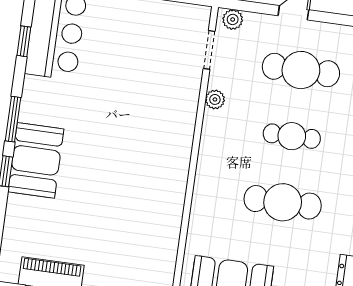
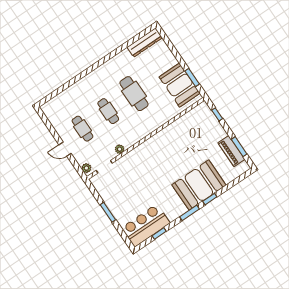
cafe table: (301, 70) -> (82, 129), width x0.73, depth x0.74
booth: (36, 160) -> (199, 185), width x1.36, depth x1.42

